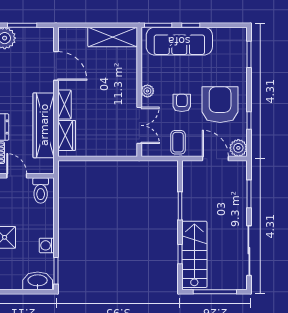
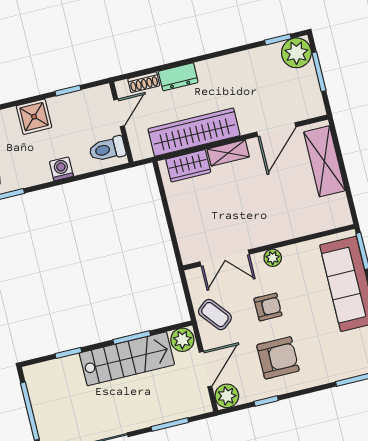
shelving: (113, 37) -> (324, 161), moved
armchair: (220, 105) -> (278, 358), width x0.73, depth x0.73
coffee table: (178, 142) -> (215, 315), turned 51
plant: (190, 170) -> (182, 340), added
washing machine: (47, 245) -> (61, 169), moved
stairs: (194, 254) -> (127, 359), moved

